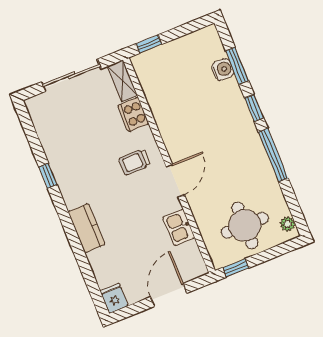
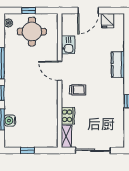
window: (149, 44) -> (27, 150), moved
door: (175, 181) -> (60, 71), hinge flipped
window: (236, 268) -> (28, 11), moved
fridge: (114, 298) -> (108, 21), moved

